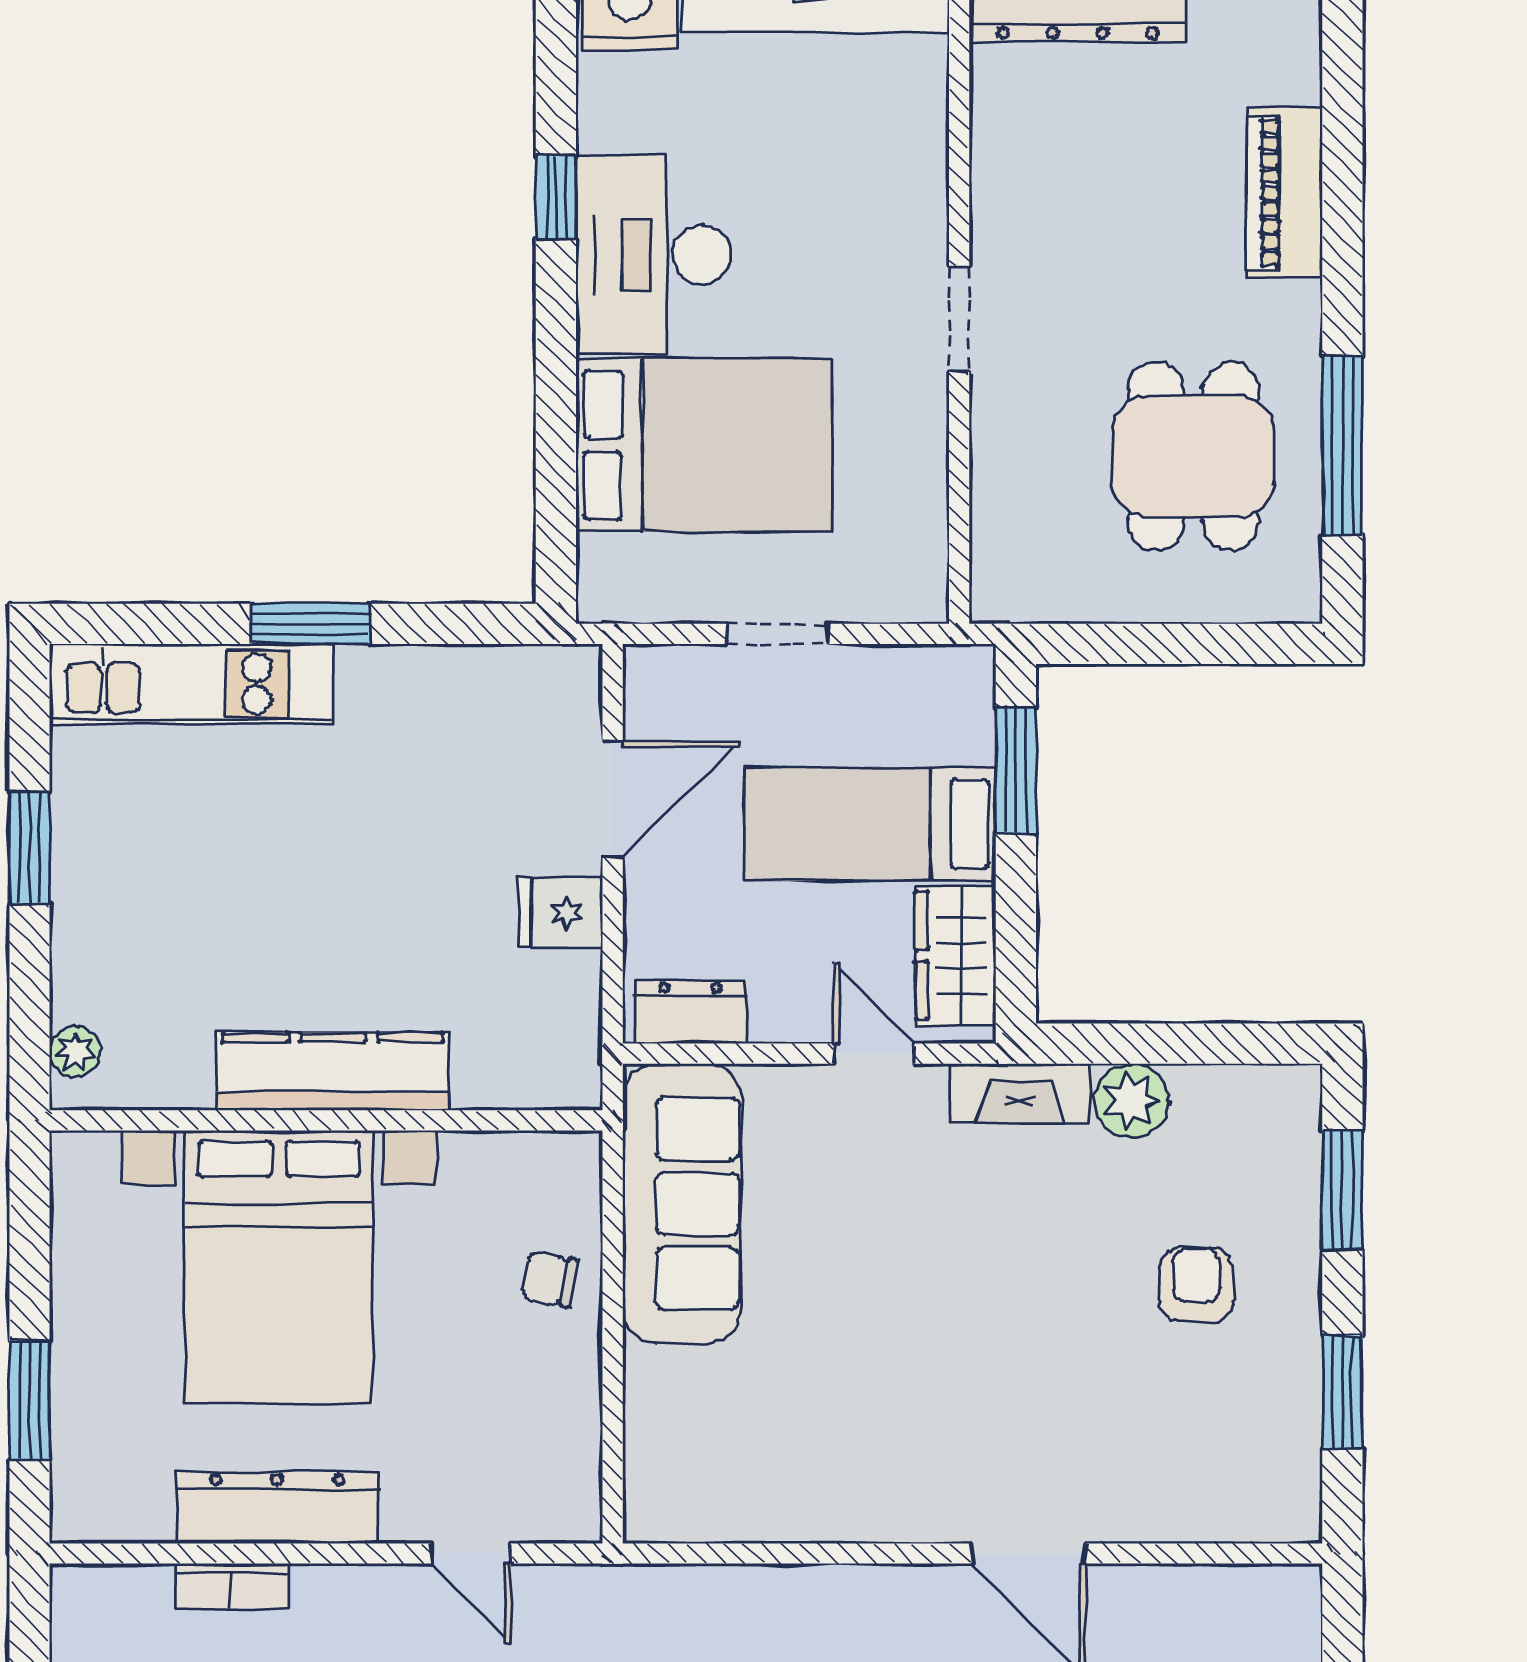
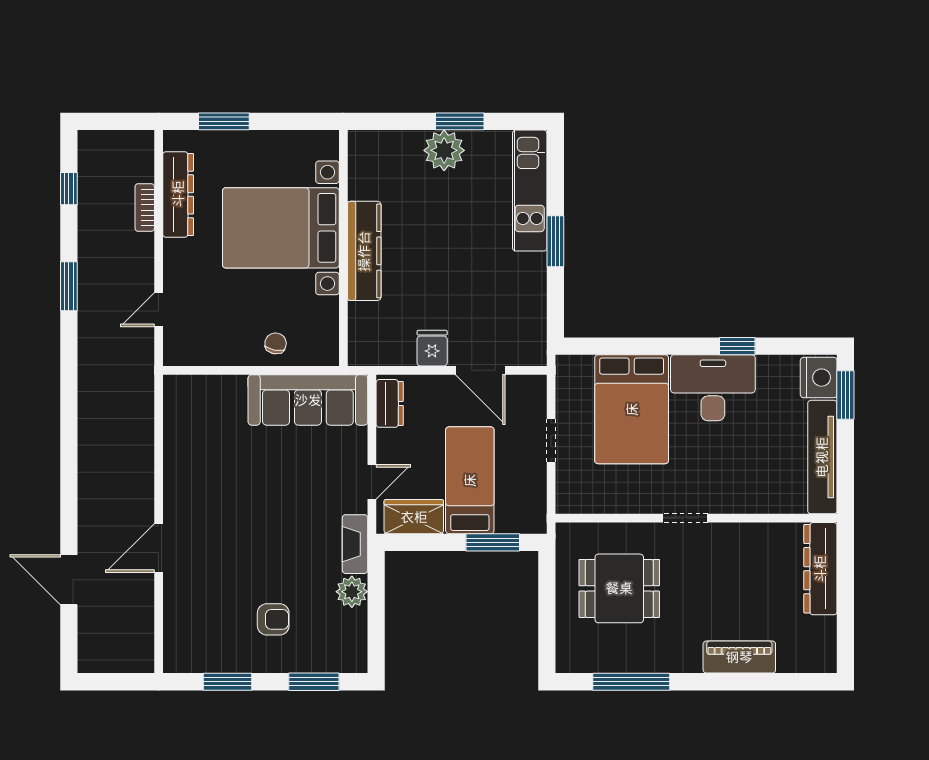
dining table: (1193, 456) -> (619, 588), moved
plant: (75, 1052) -> (444, 150), moved, width x1.88, depth x1.88
dresser: (277, 1508) -> (178, 194), moved

